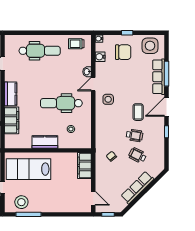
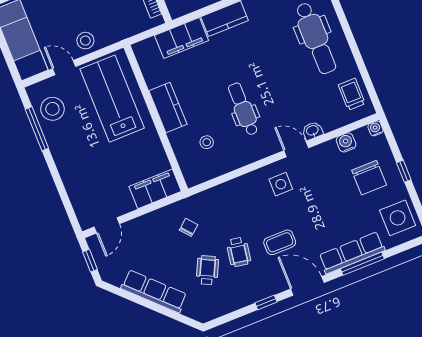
dental chair: (61, 103) -> (243, 109), width x0.73, depth x0.72

